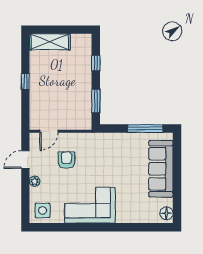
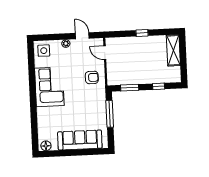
window: (145, 128) -> (110, 114), moved
armchair: (66, 160) -> (92, 77), moved

